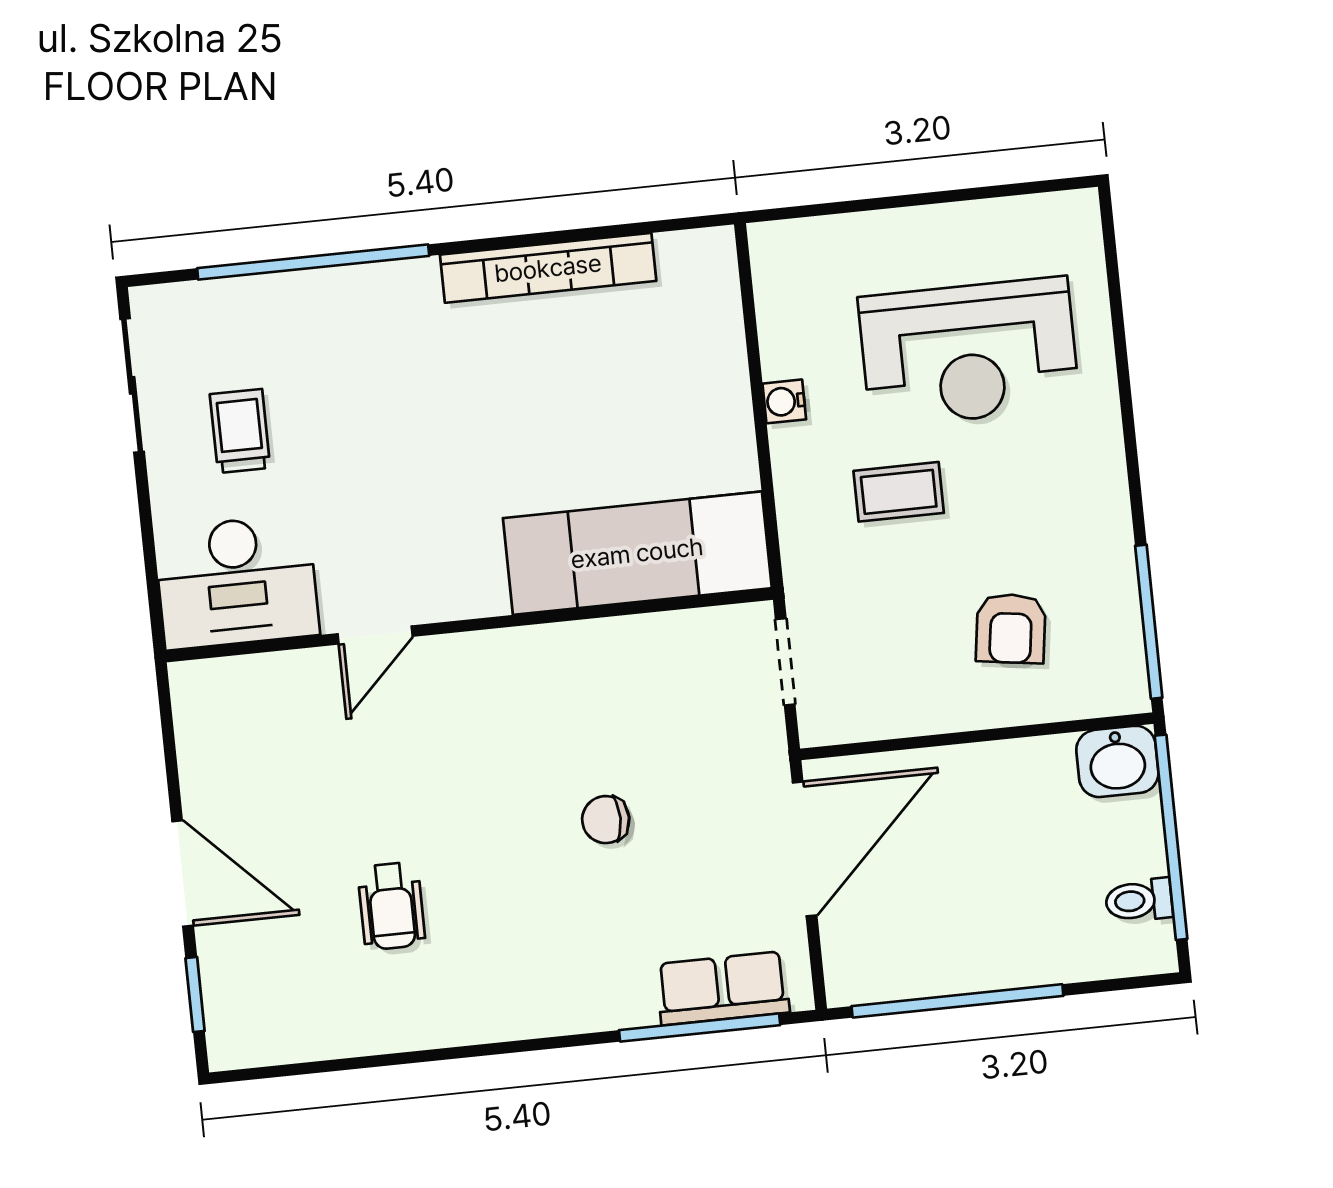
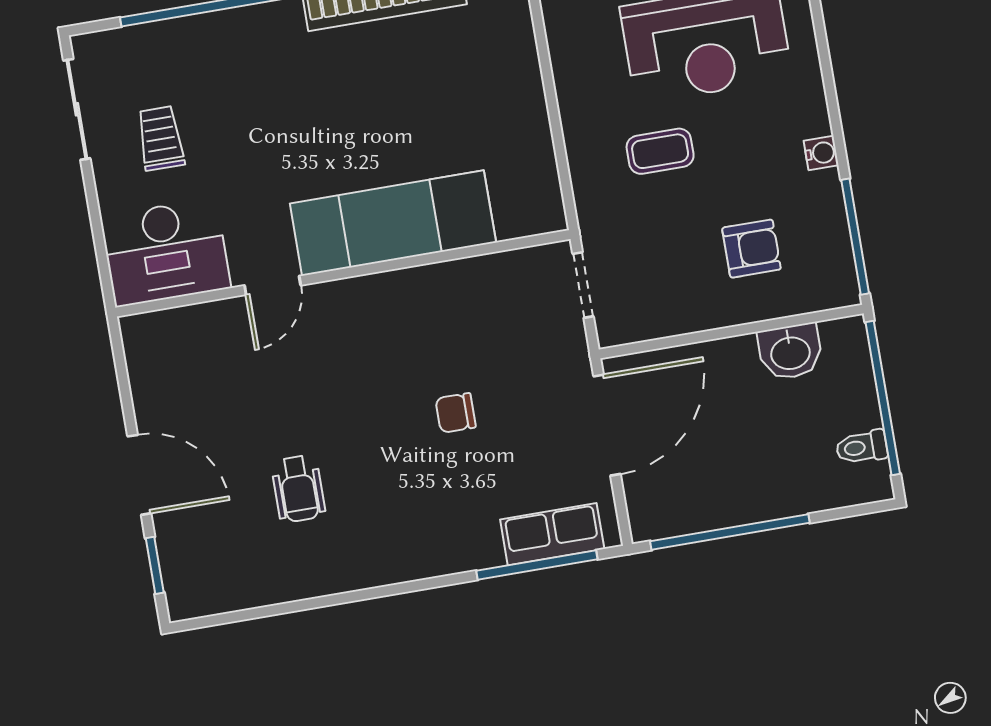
water cooler: (784, 401) -> (821, 153), moved, turned 180
exam couch: (637, 553) -> (393, 223), moved
armchair: (1011, 628) -> (751, 249), turned -98
washbasin: (1117, 761) -> (790, 352), moved

